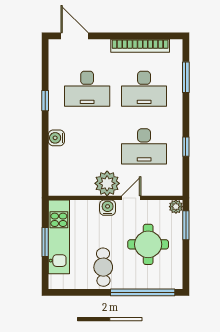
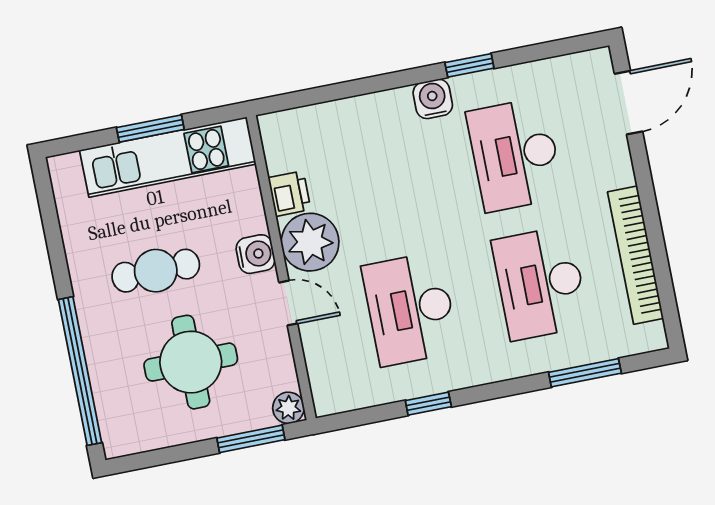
water cooler: (56, 138) -> (433, 99), moved
printer: (85, 188) -> (289, 194), added
cafe table: (103, 267) -> (156, 271), moved

